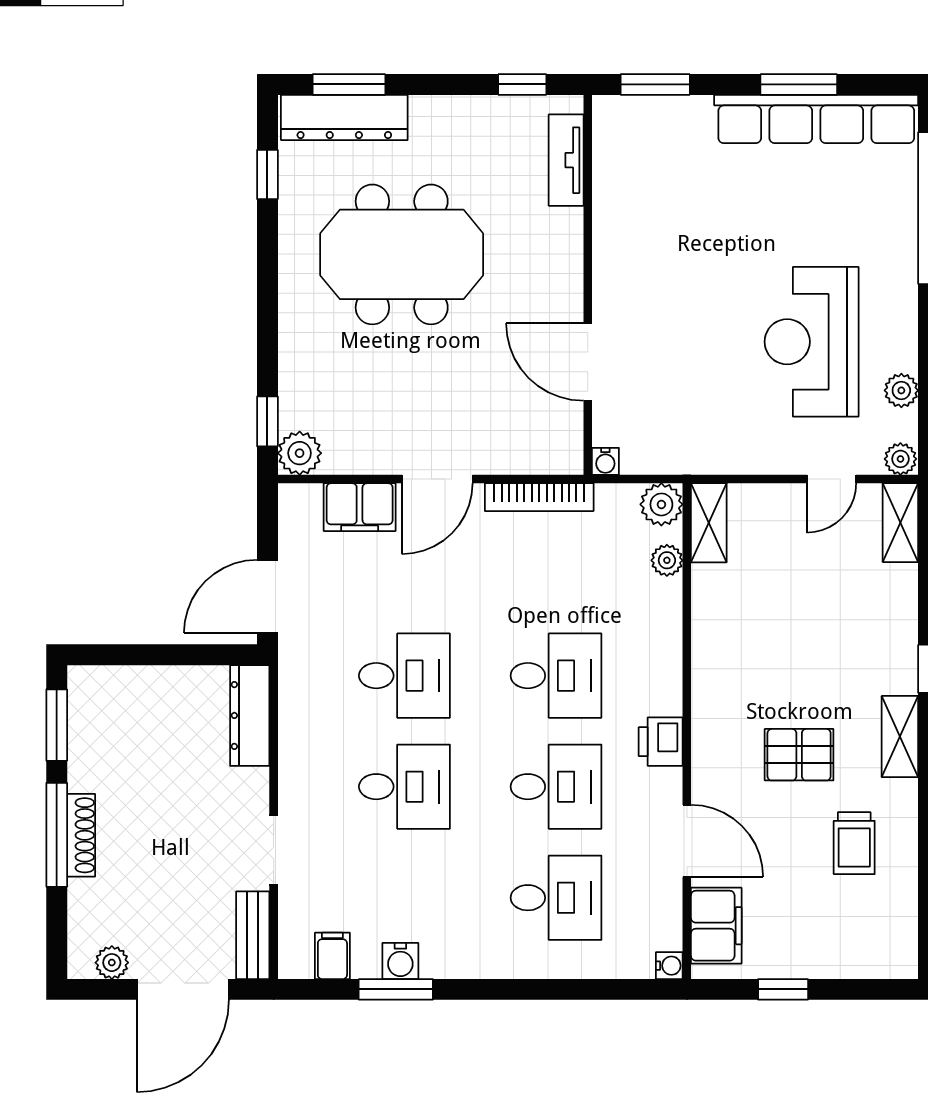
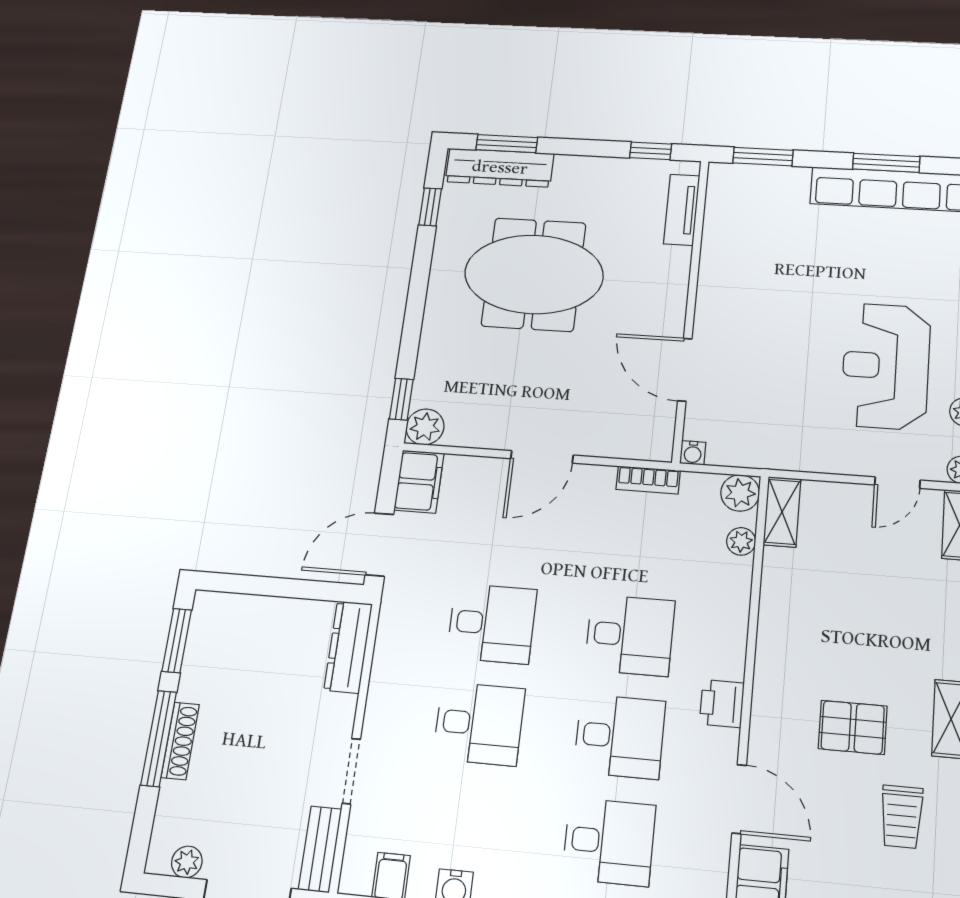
bookcase: (539, 497) -> (648, 480), width x0.64
filing cabinet: (360, 507) -> (419, 482), moved, turned -90

